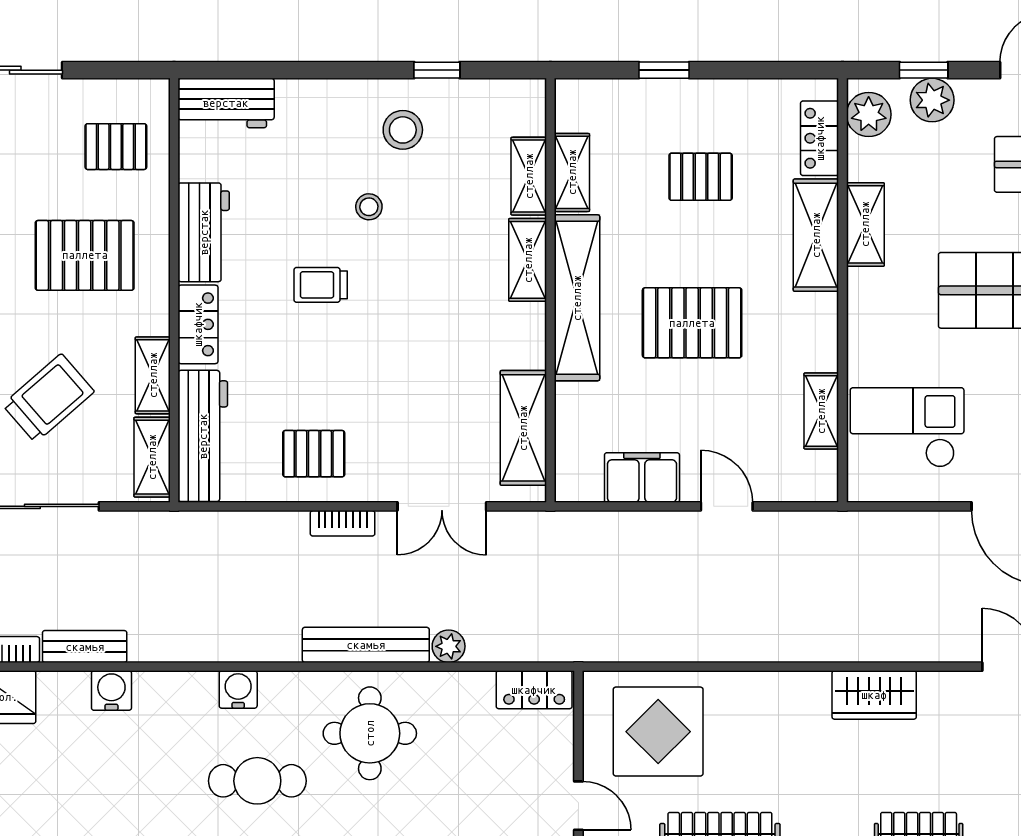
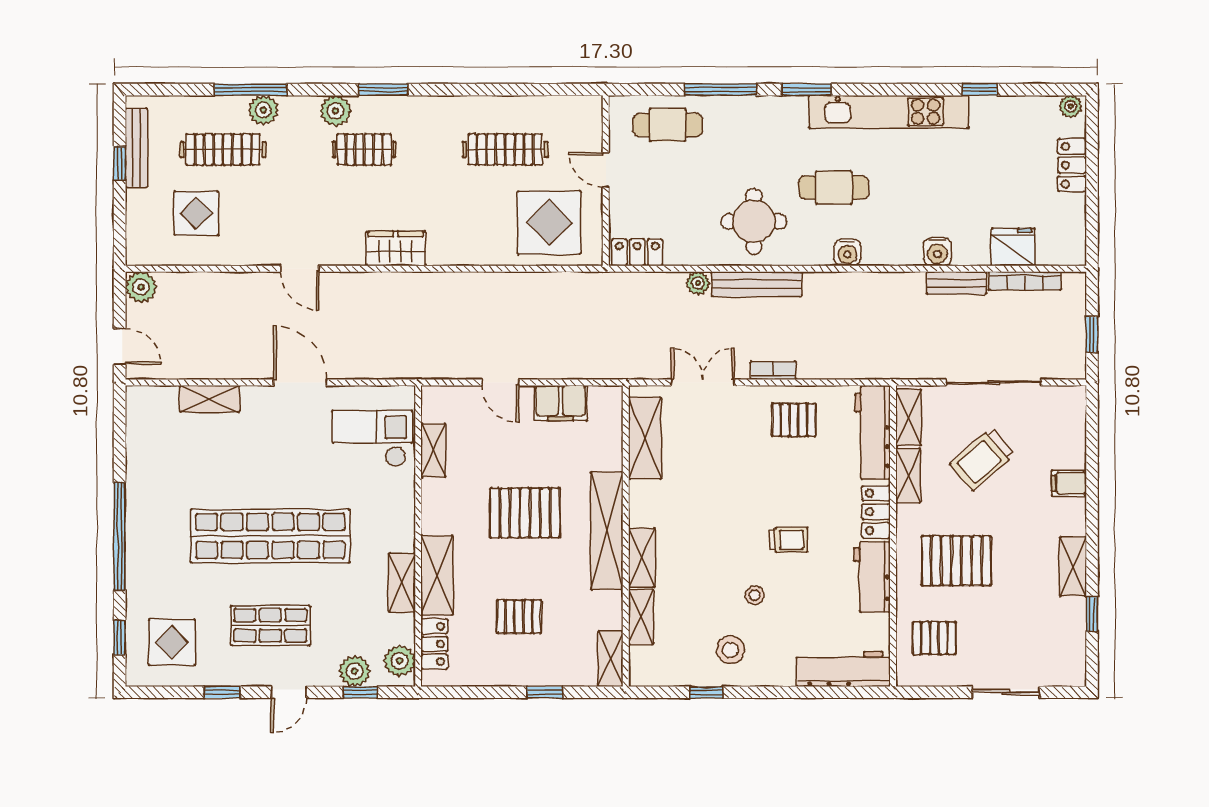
workbench: (226, 103) -> (843, 669), width x1.37
shelving: (572, 172) -> (610, 659), moved
checkout: (907, 427) -> (372, 439), turned 180

